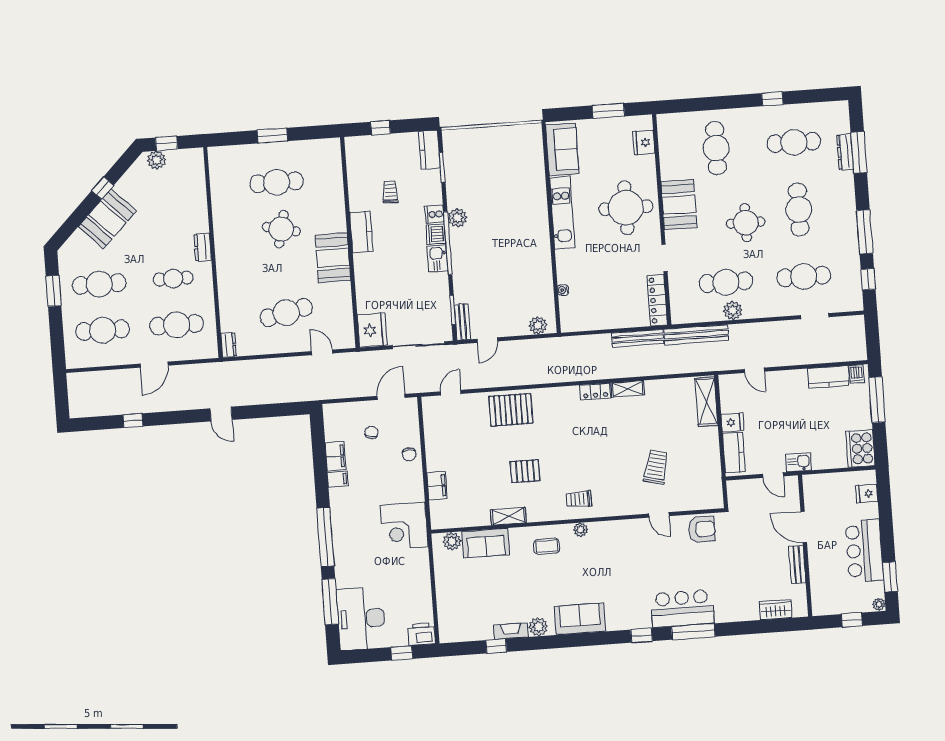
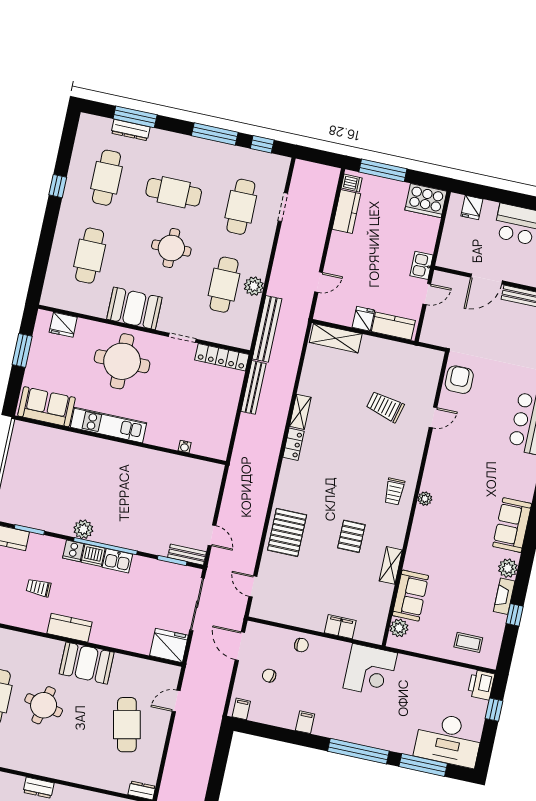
cafe table: (716, 148) -> (90, 256), turned 90
plant: (538, 325) -> (212, 482), removed
filing cabinet: (336, 456) -> (241, 709), moved, width x0.50
coffee table: (547, 546) -> (468, 642), moved, turned 90

